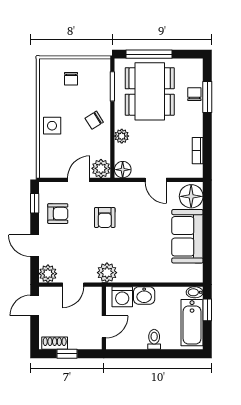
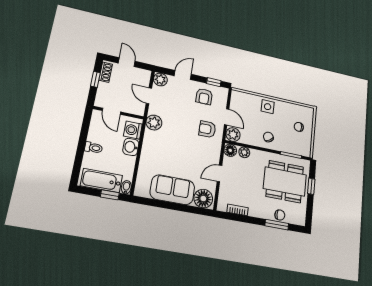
window: (149, 54) -> (311, 186), width x0.46
plant: (122, 136) -> (244, 152), moved
armchair: (105, 217) -> (207, 129), moved
door: (35, 305) -> (127, 62), moved

